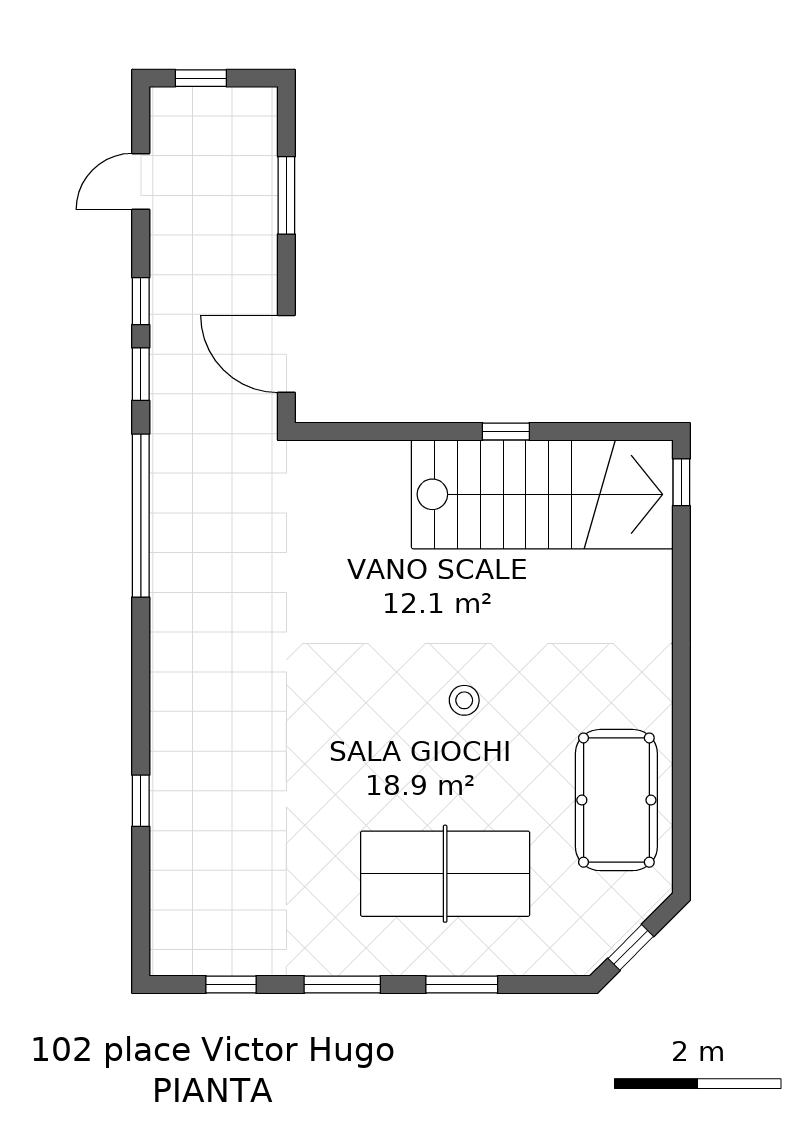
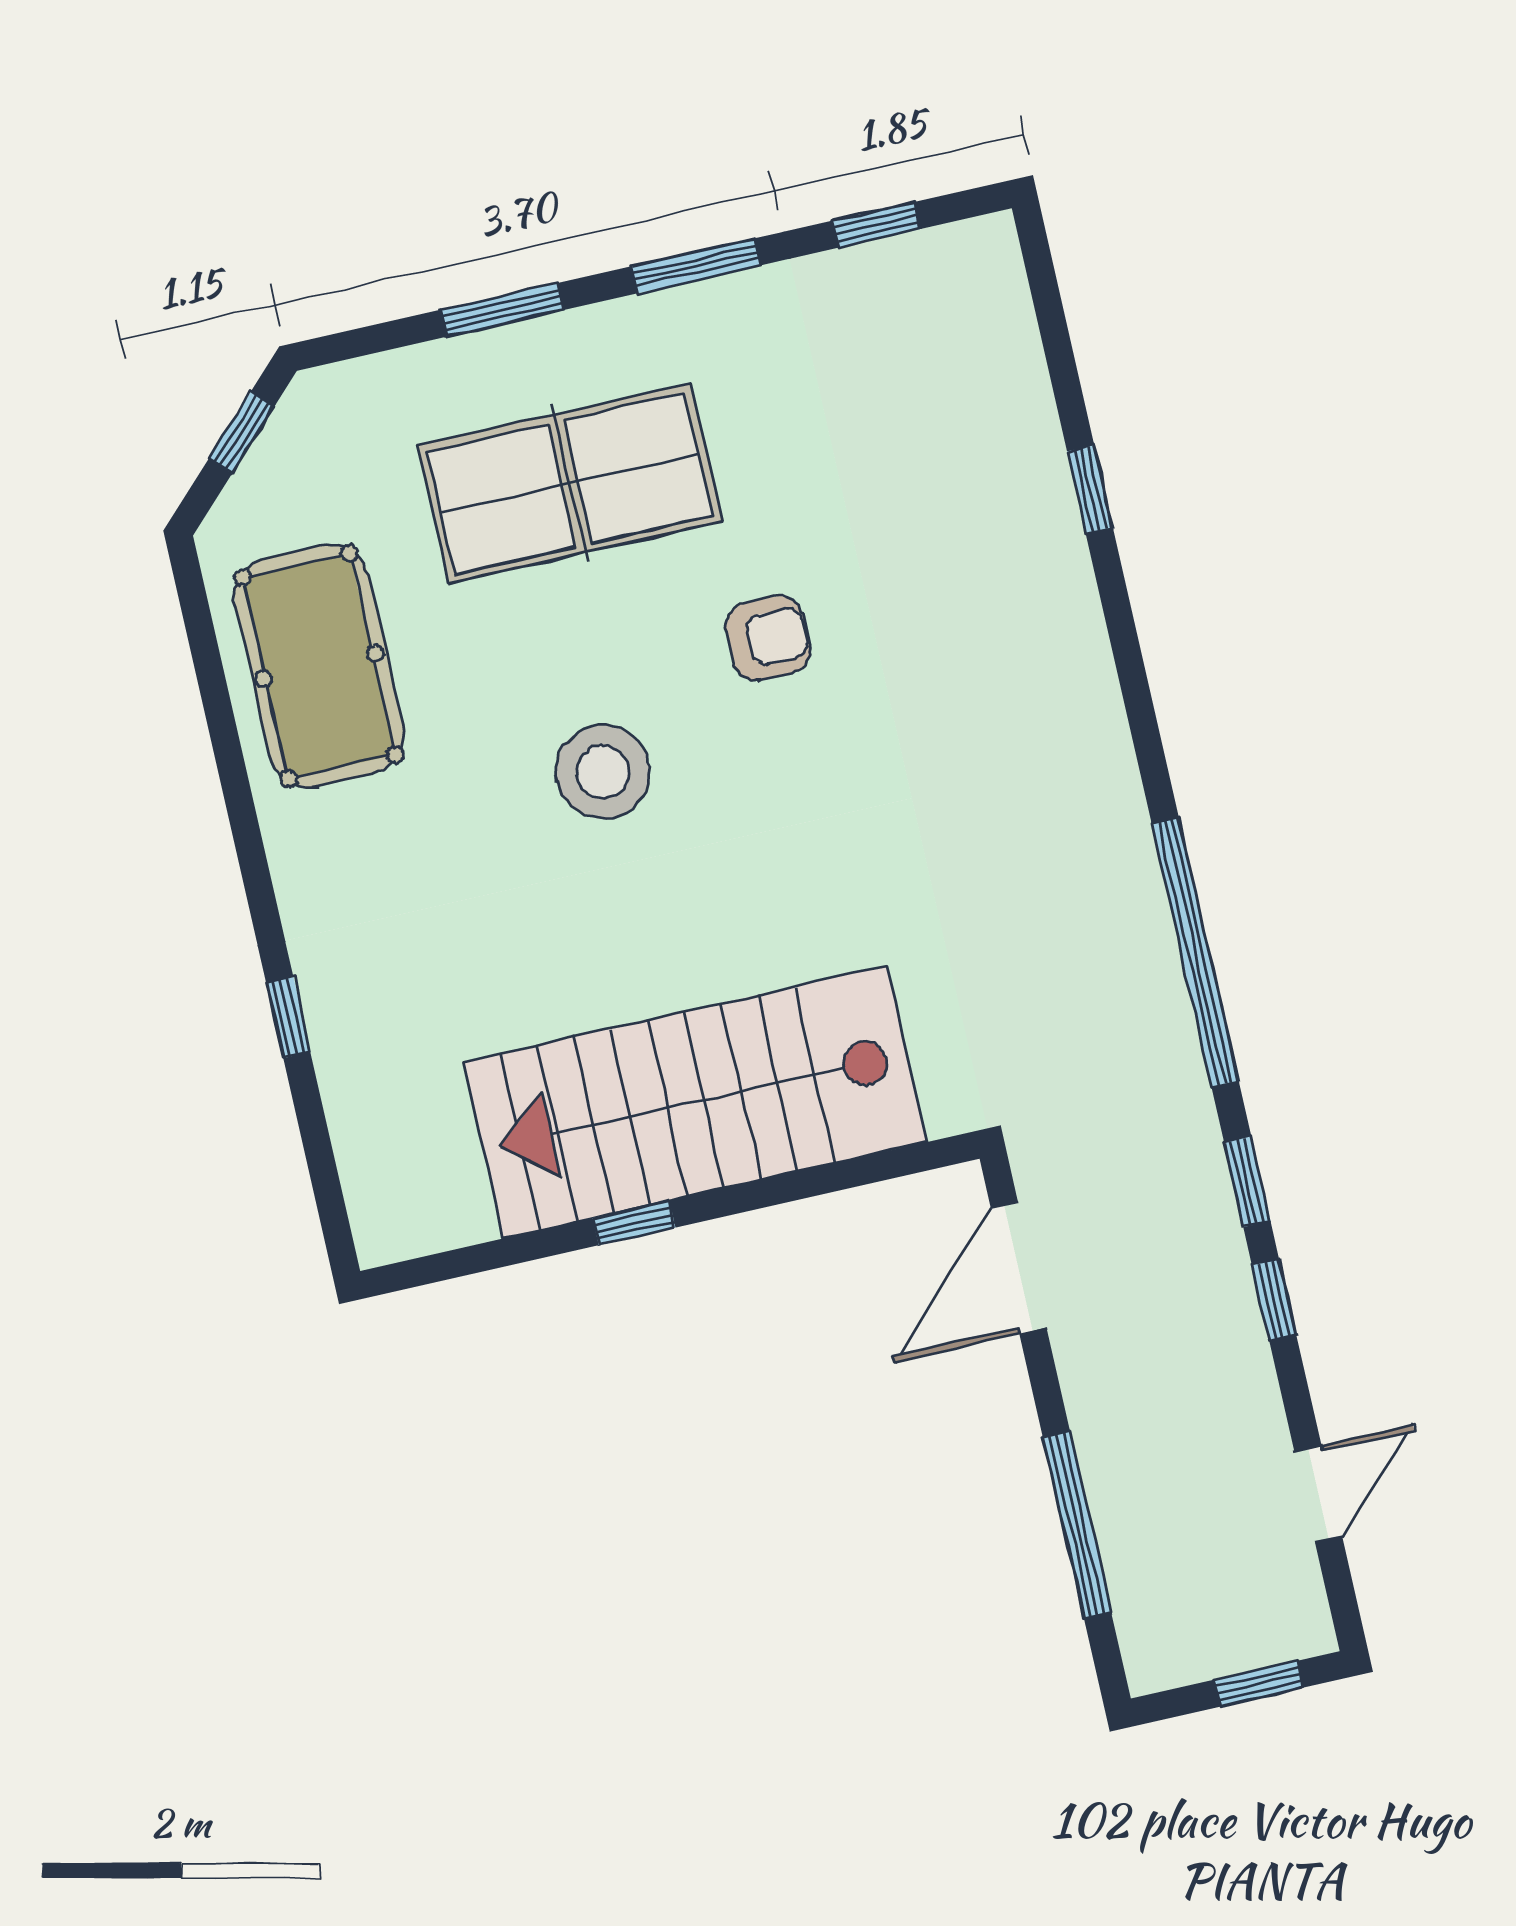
window: (286, 195) -> (1077, 1525), width x1.44
door: (286, 354) -> (1019, 1268), swing flipped
window: (681, 482) -> (288, 1017), moved
stairs: (542, 494) -> (695, 1102), moved
stool: (464, 700) -> (603, 772), width x1.89, depth x1.89
armchair: (350, 756) -> (768, 638), added

